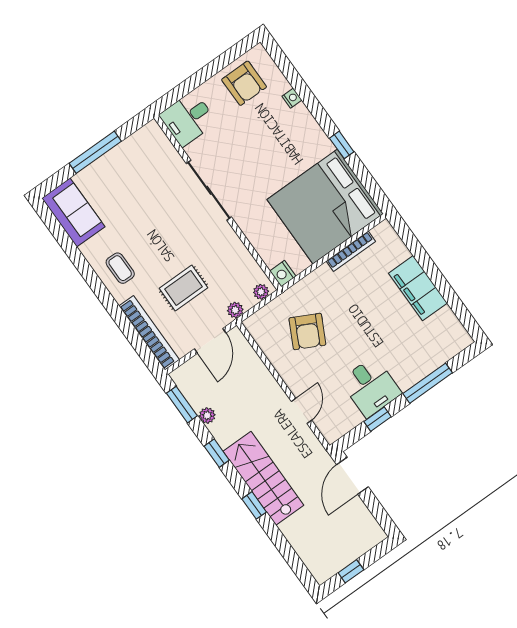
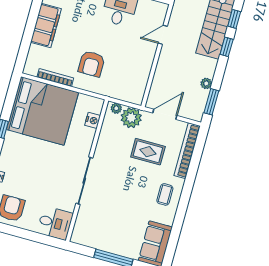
nightstand: (283, 274) -> (93, 120), moved
plant: (235, 310) -> (131, 118), width x1.87, depth x1.87
armchair: (307, 331) -> (91, 64), moved, turned 153
window: (217, 453) -> (227, 47), moved

